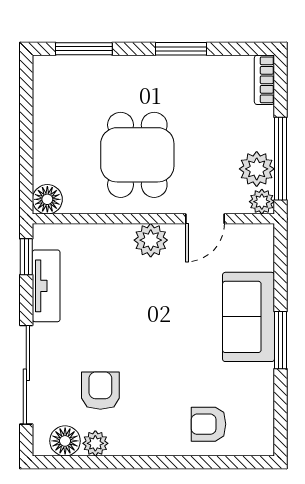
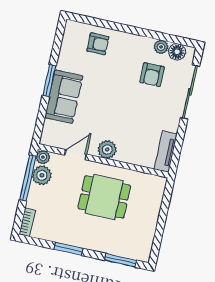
dining table: (137, 155) -> (104, 197), turned 90
floor lamp: (47, 199) -> (158, 184), removed
window: (26, 257) -> (176, 155), removed
tv unit: (46, 286) -> (166, 152), moved

